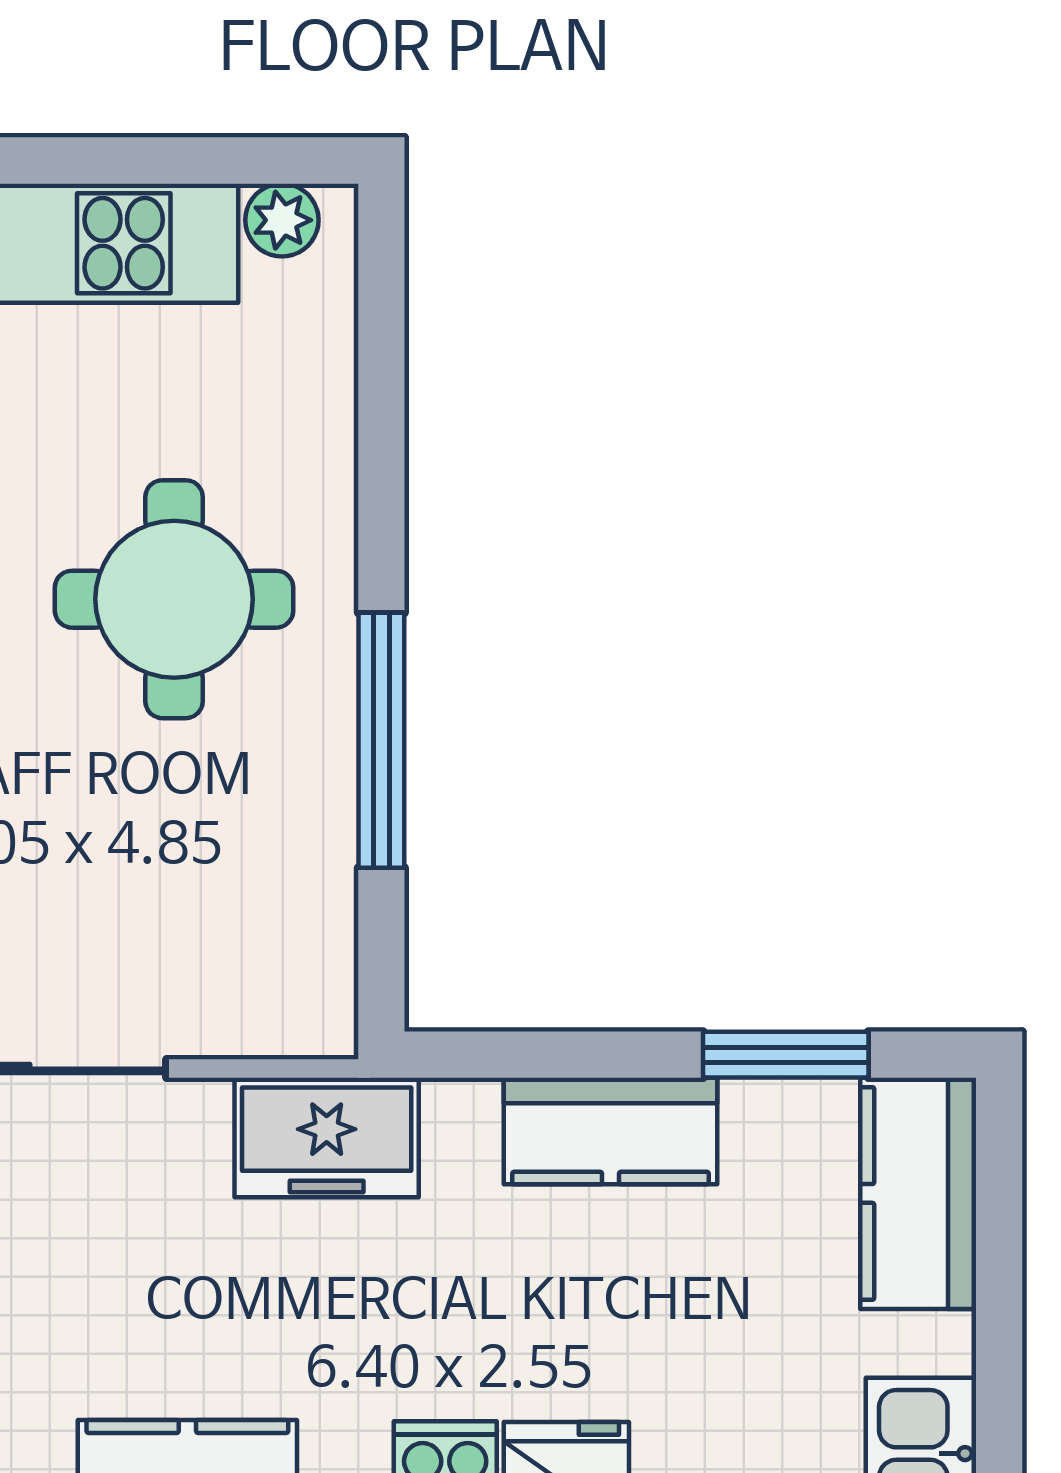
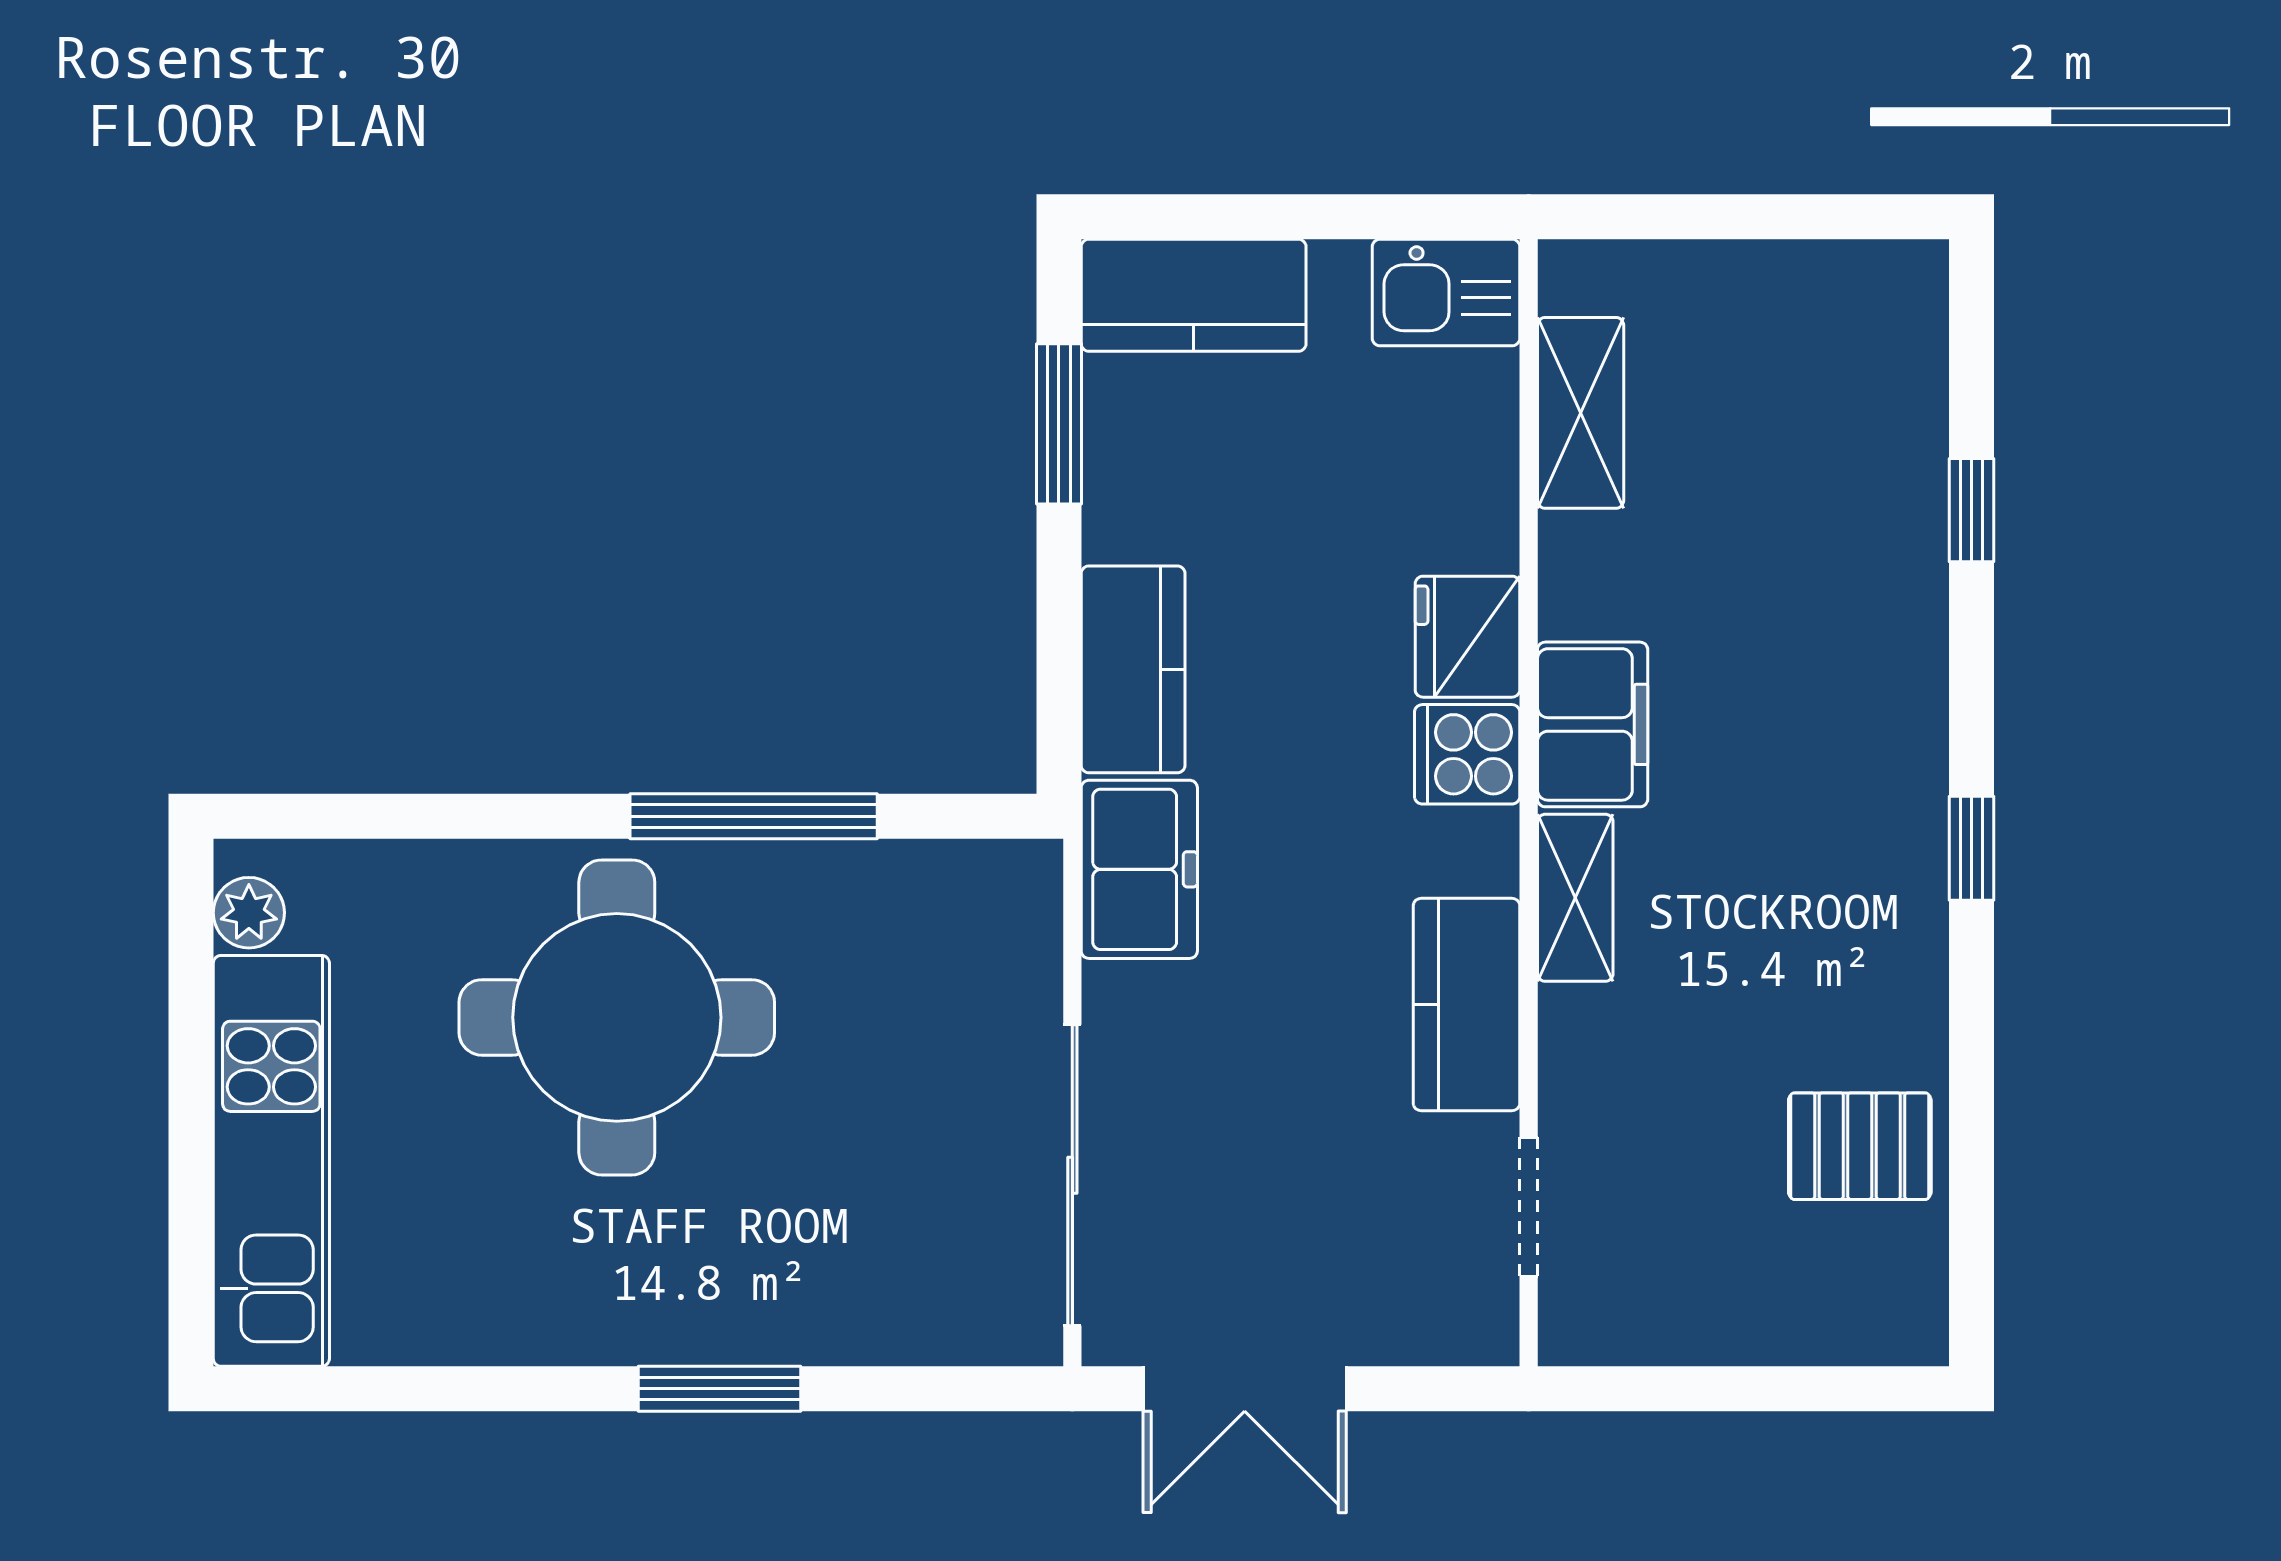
round table: (174, 599) -> (617, 1017), width x1.36, depth x1.36
kitchen counter: (611, 1131) -> (1133, 669), moved

